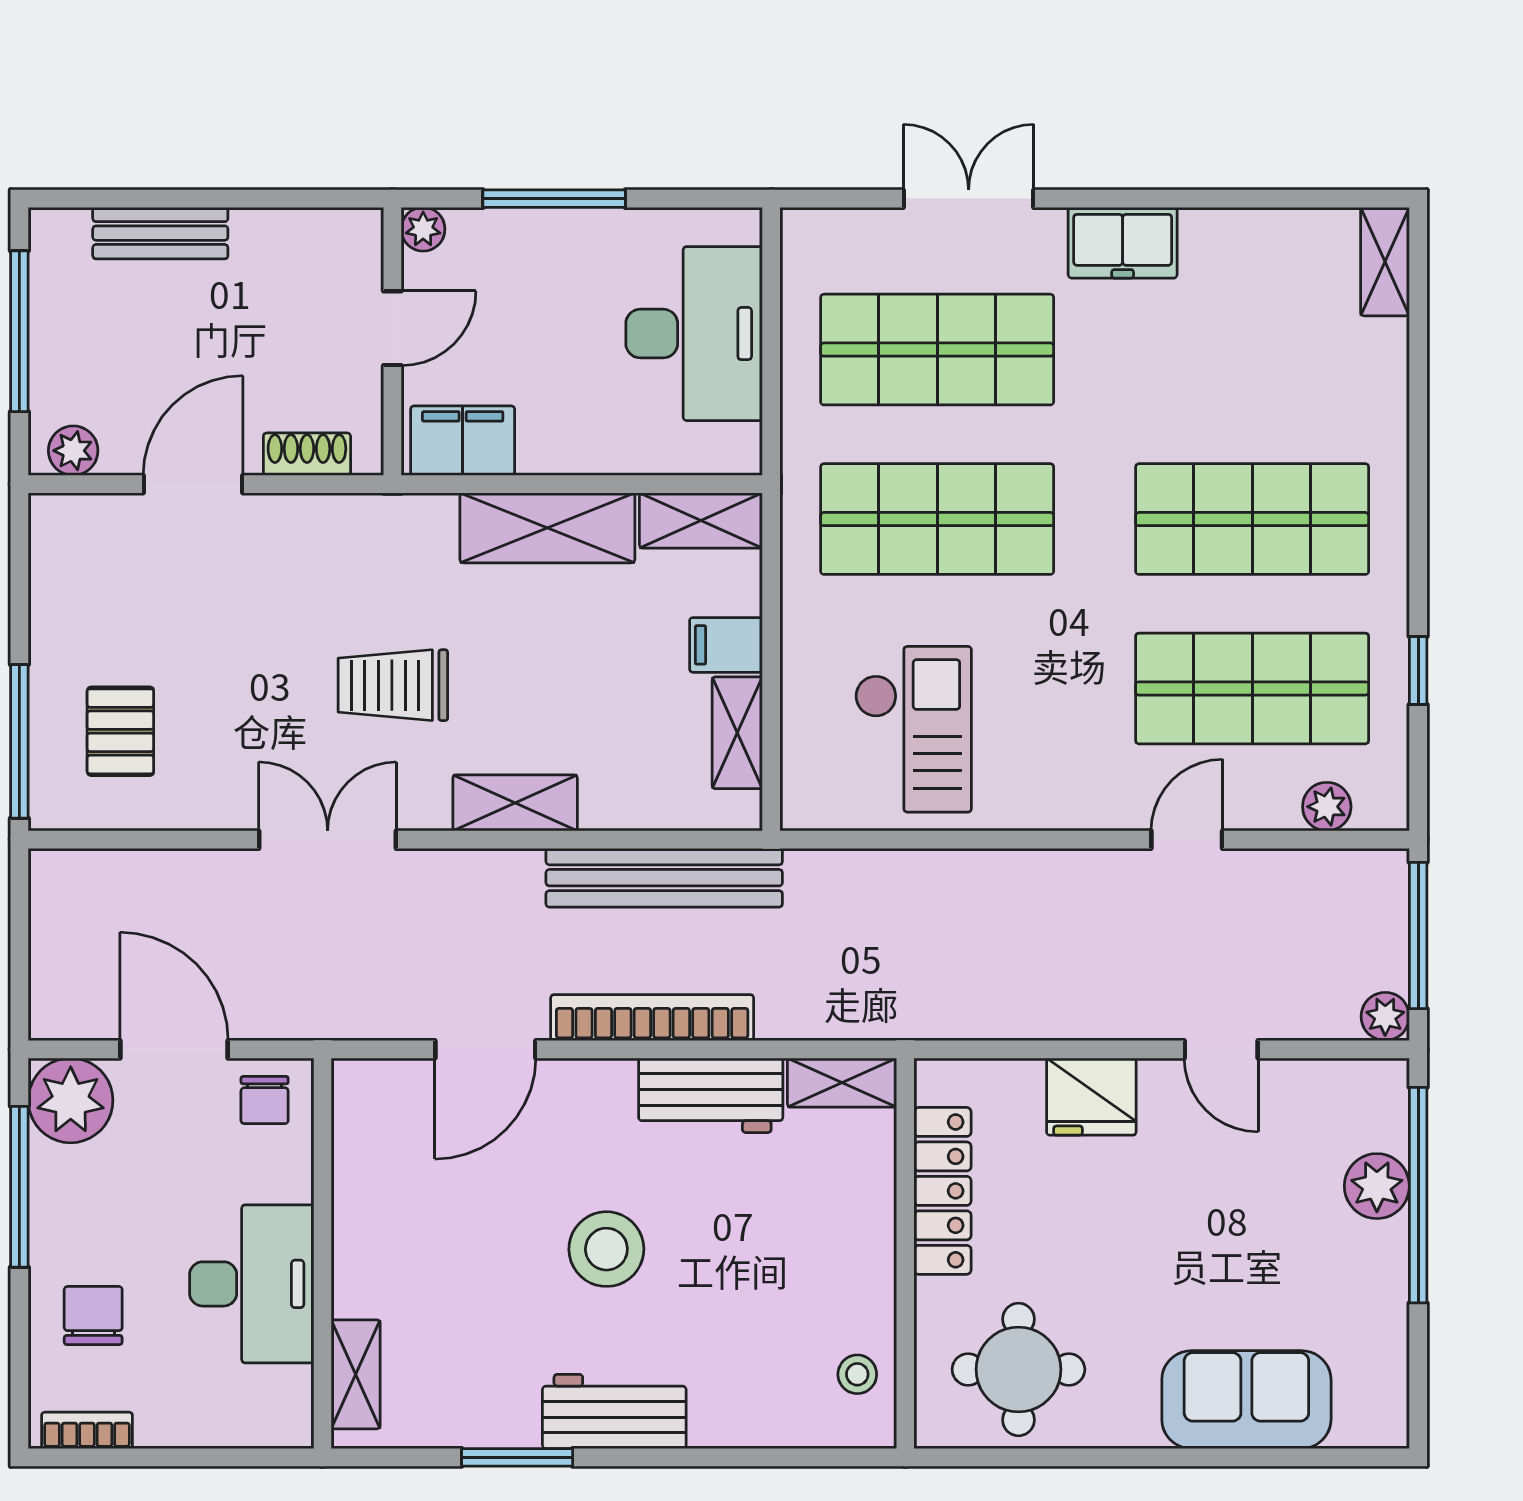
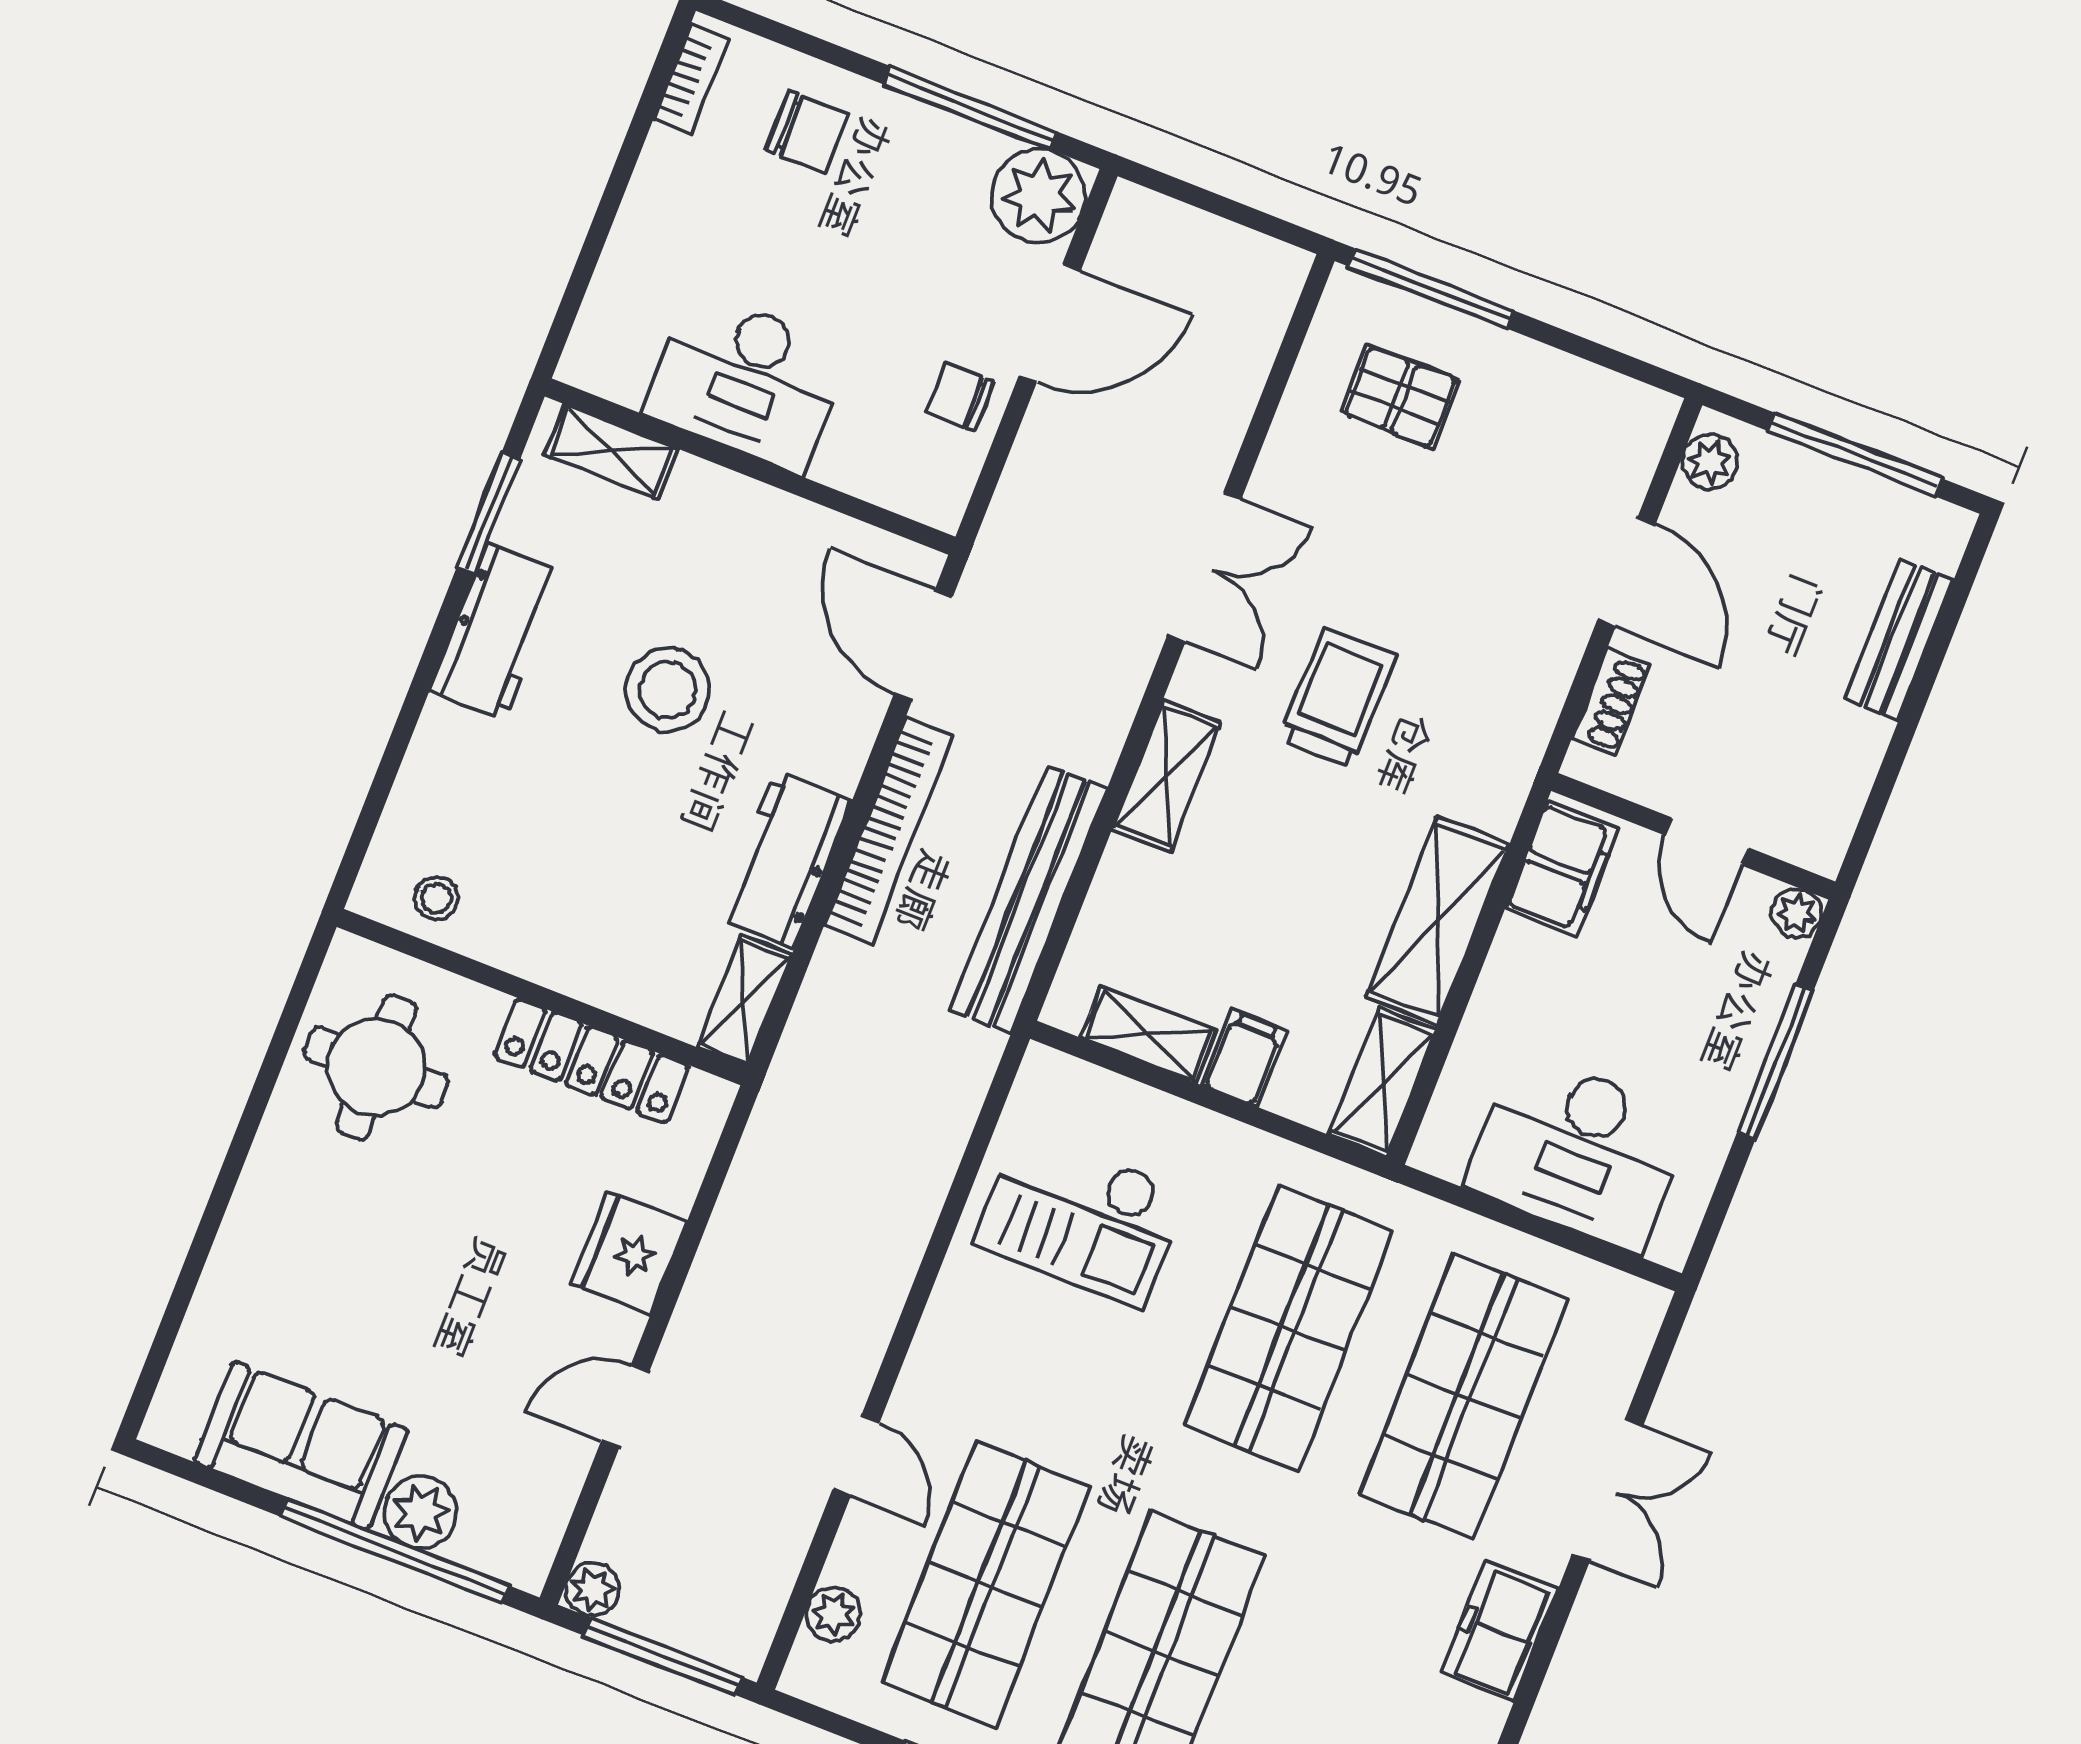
wall: (323, 1253) -> (750, 467), moved
desk: (252, 1284) -> (747, 381), moved
shelving: (356, 1374) -> (611, 452), moved
sofa: (1246, 1400) -> (301, 1446), moved, turned -90

